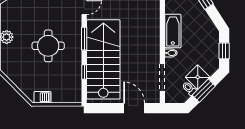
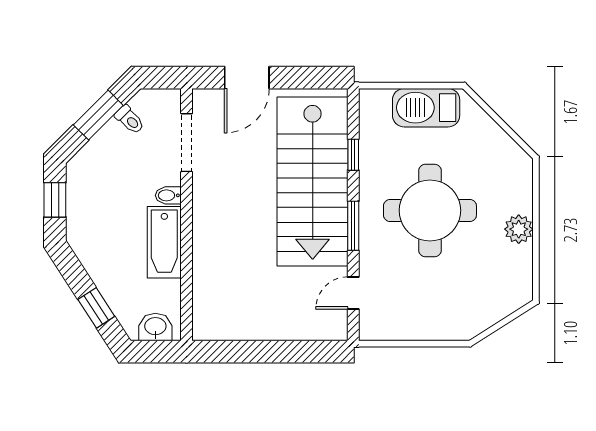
round table: (48, 46) -> (430, 210), width x1.36, depth x1.36
shower: (198, 77) -> (111, 144), removed
barbecue: (43, 97) -> (426, 108), width x1.88, depth x1.53
door: (134, 108) -> (247, 78), hinge flipped

